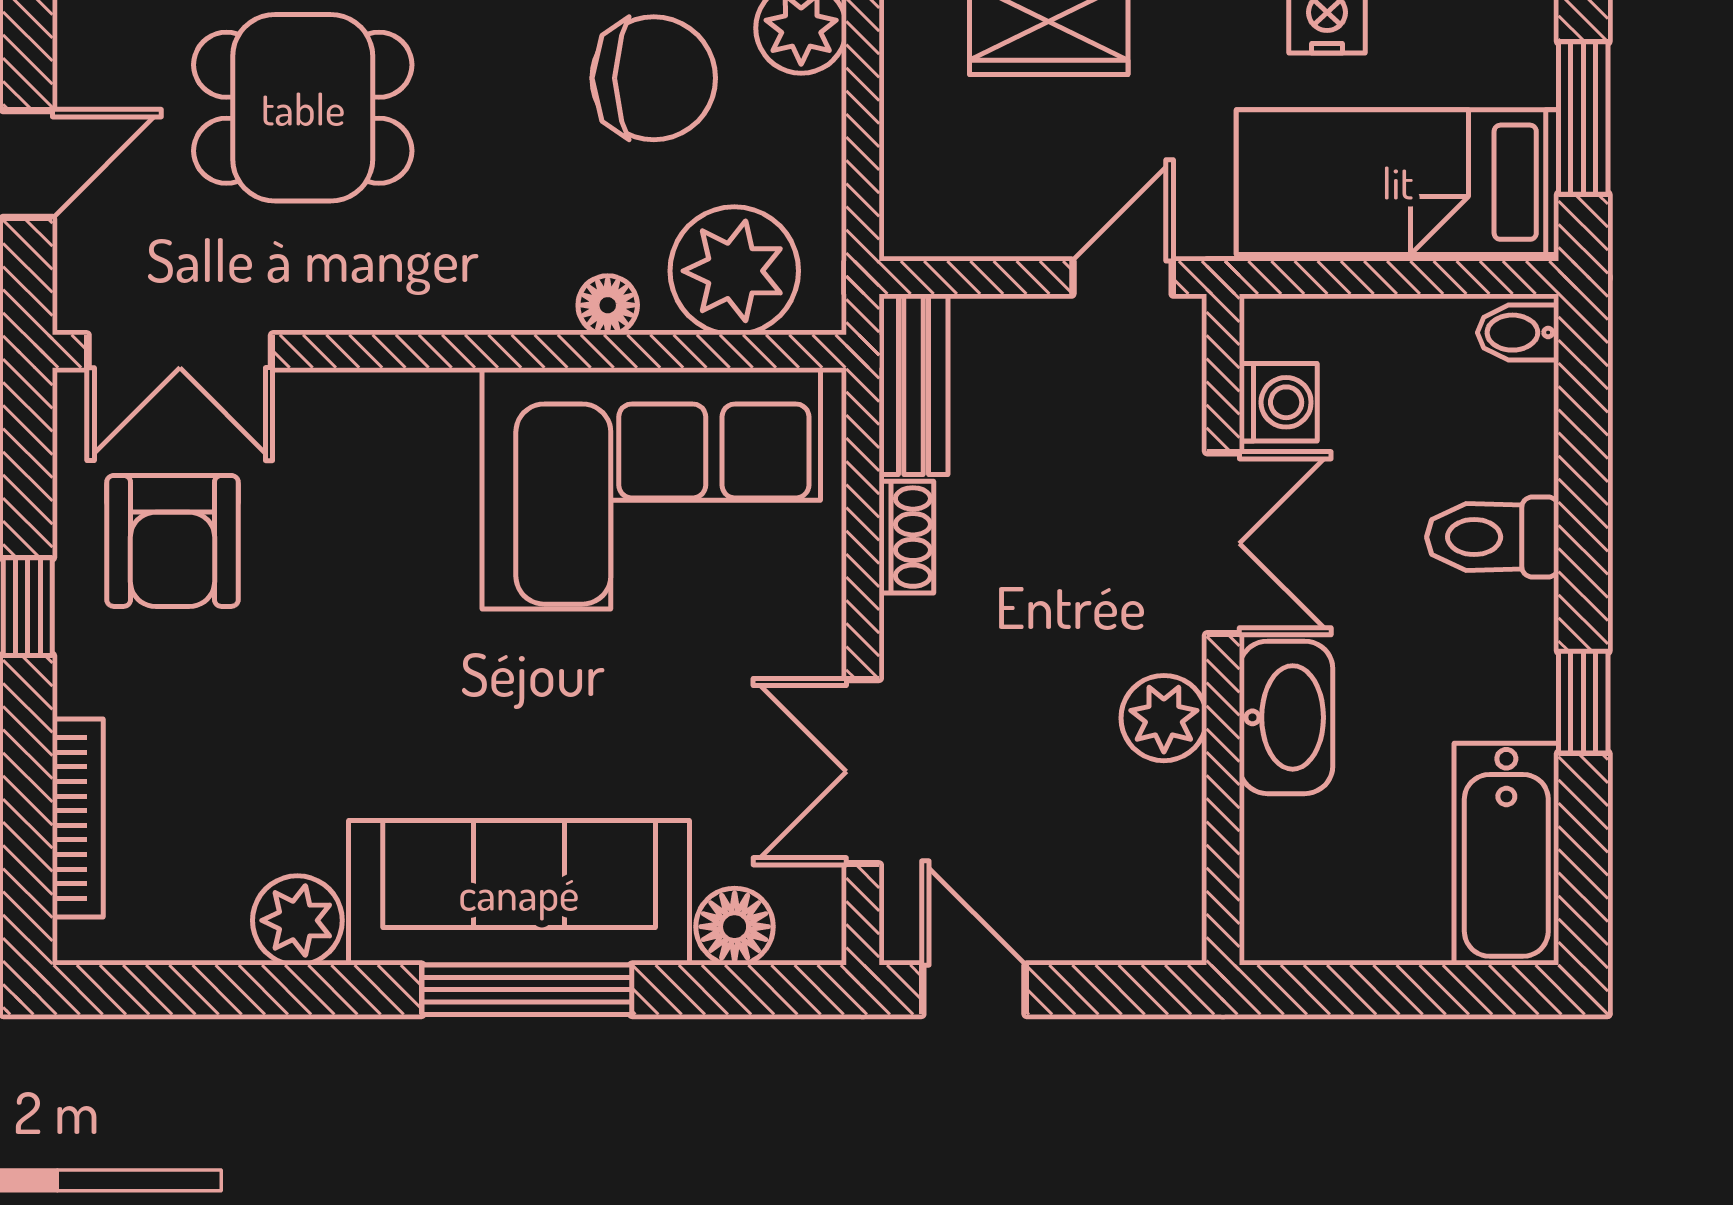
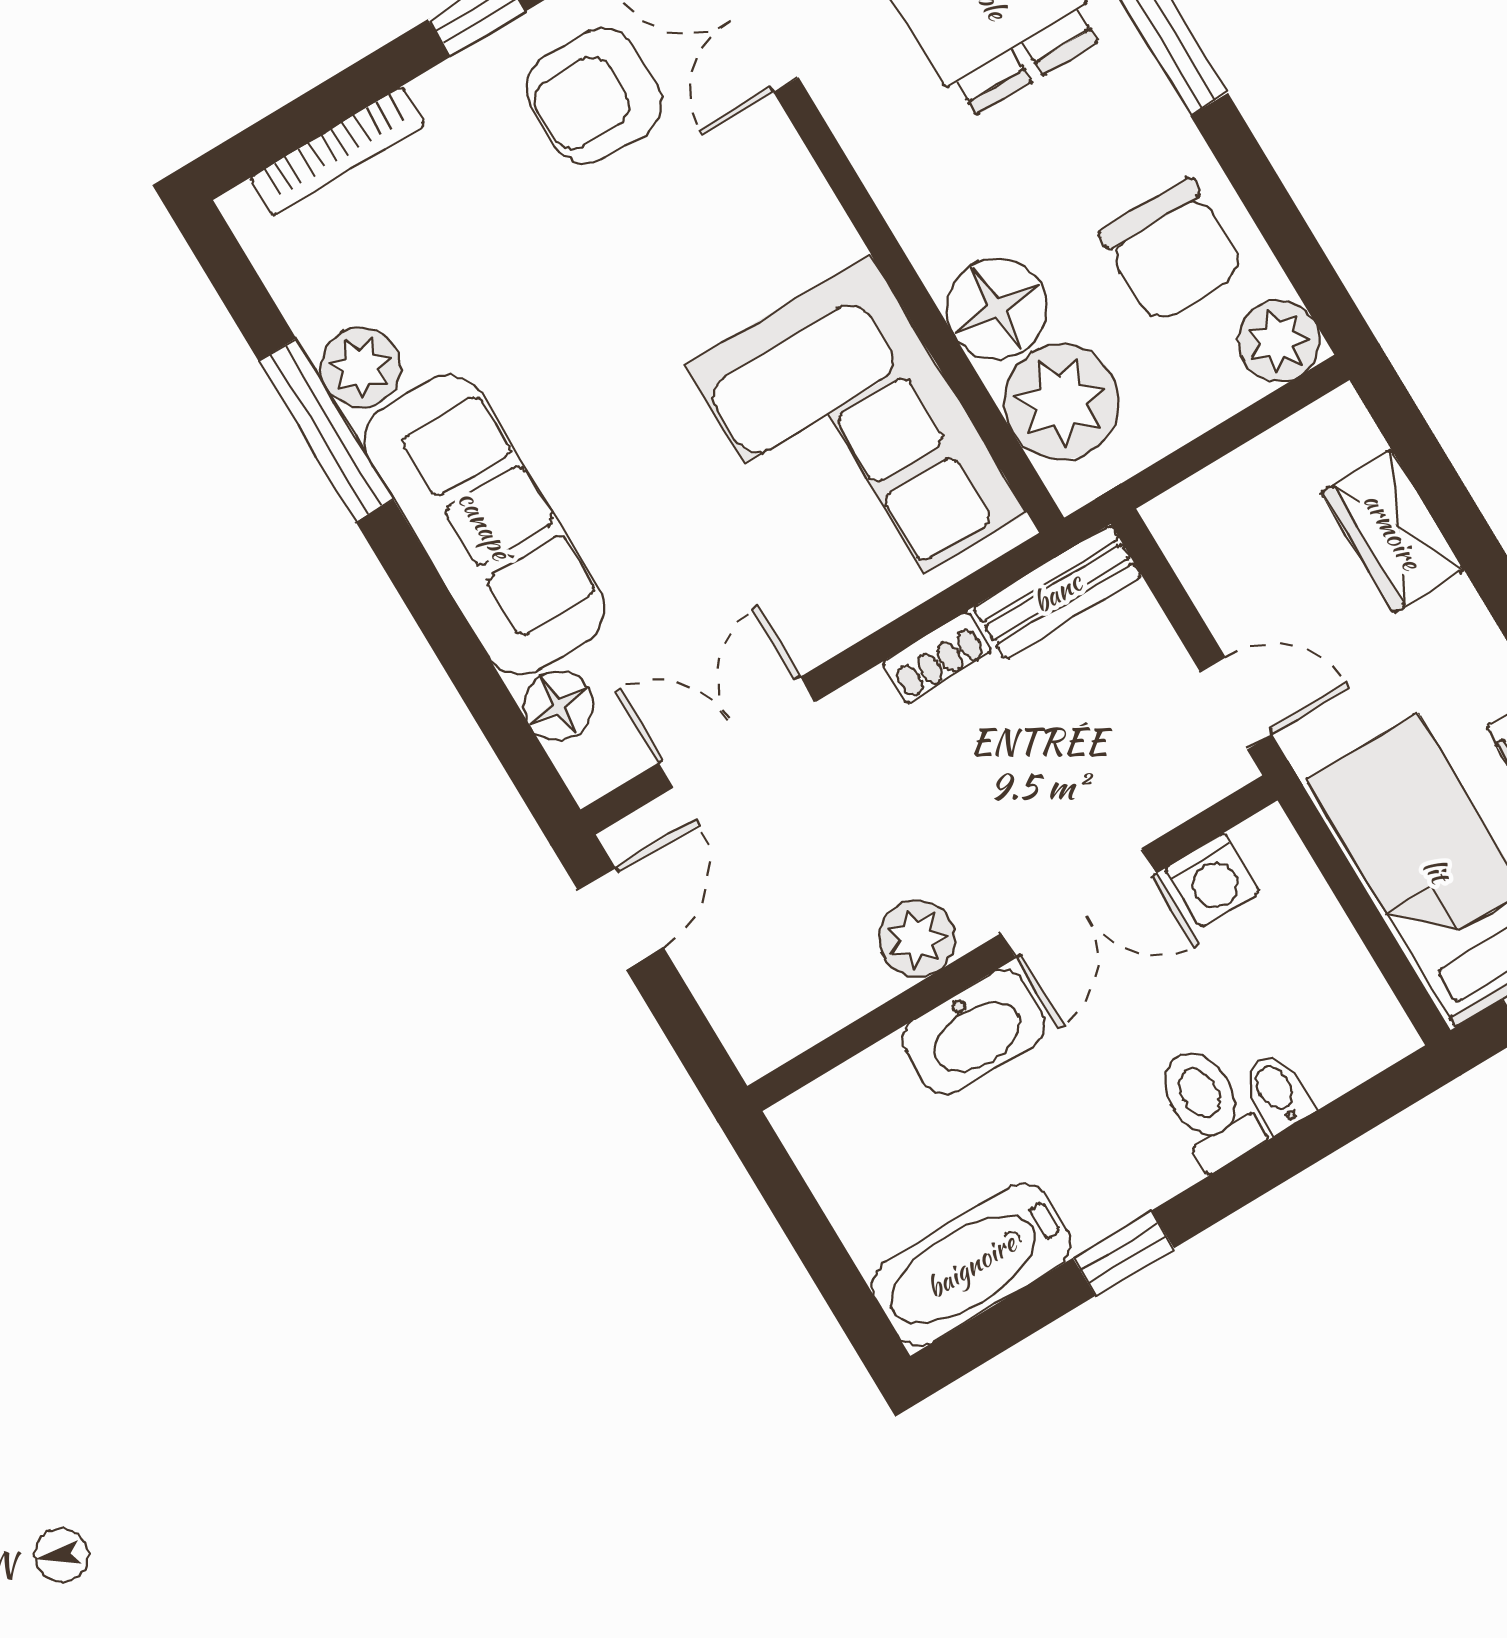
floor lamp: (608, 305) -> (997, 309), width x1.89, depth x1.89
bidet: (1518, 333) -> (1277, 1092), moved
window: (527, 990) -> (326, 430), moved

